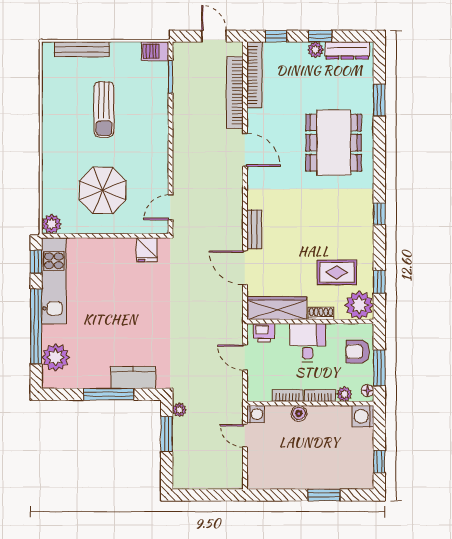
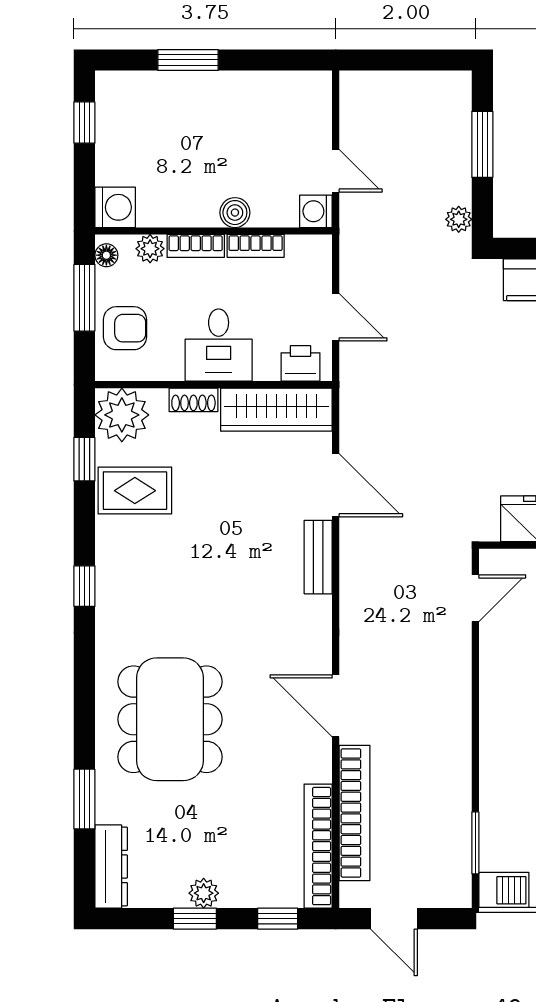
dresser: (347, 50) -> (111, 867), moved, turned 90
rug: (337, 272) -> (135, 491), moved
window: (167, 434) -> (482, 144), moved

